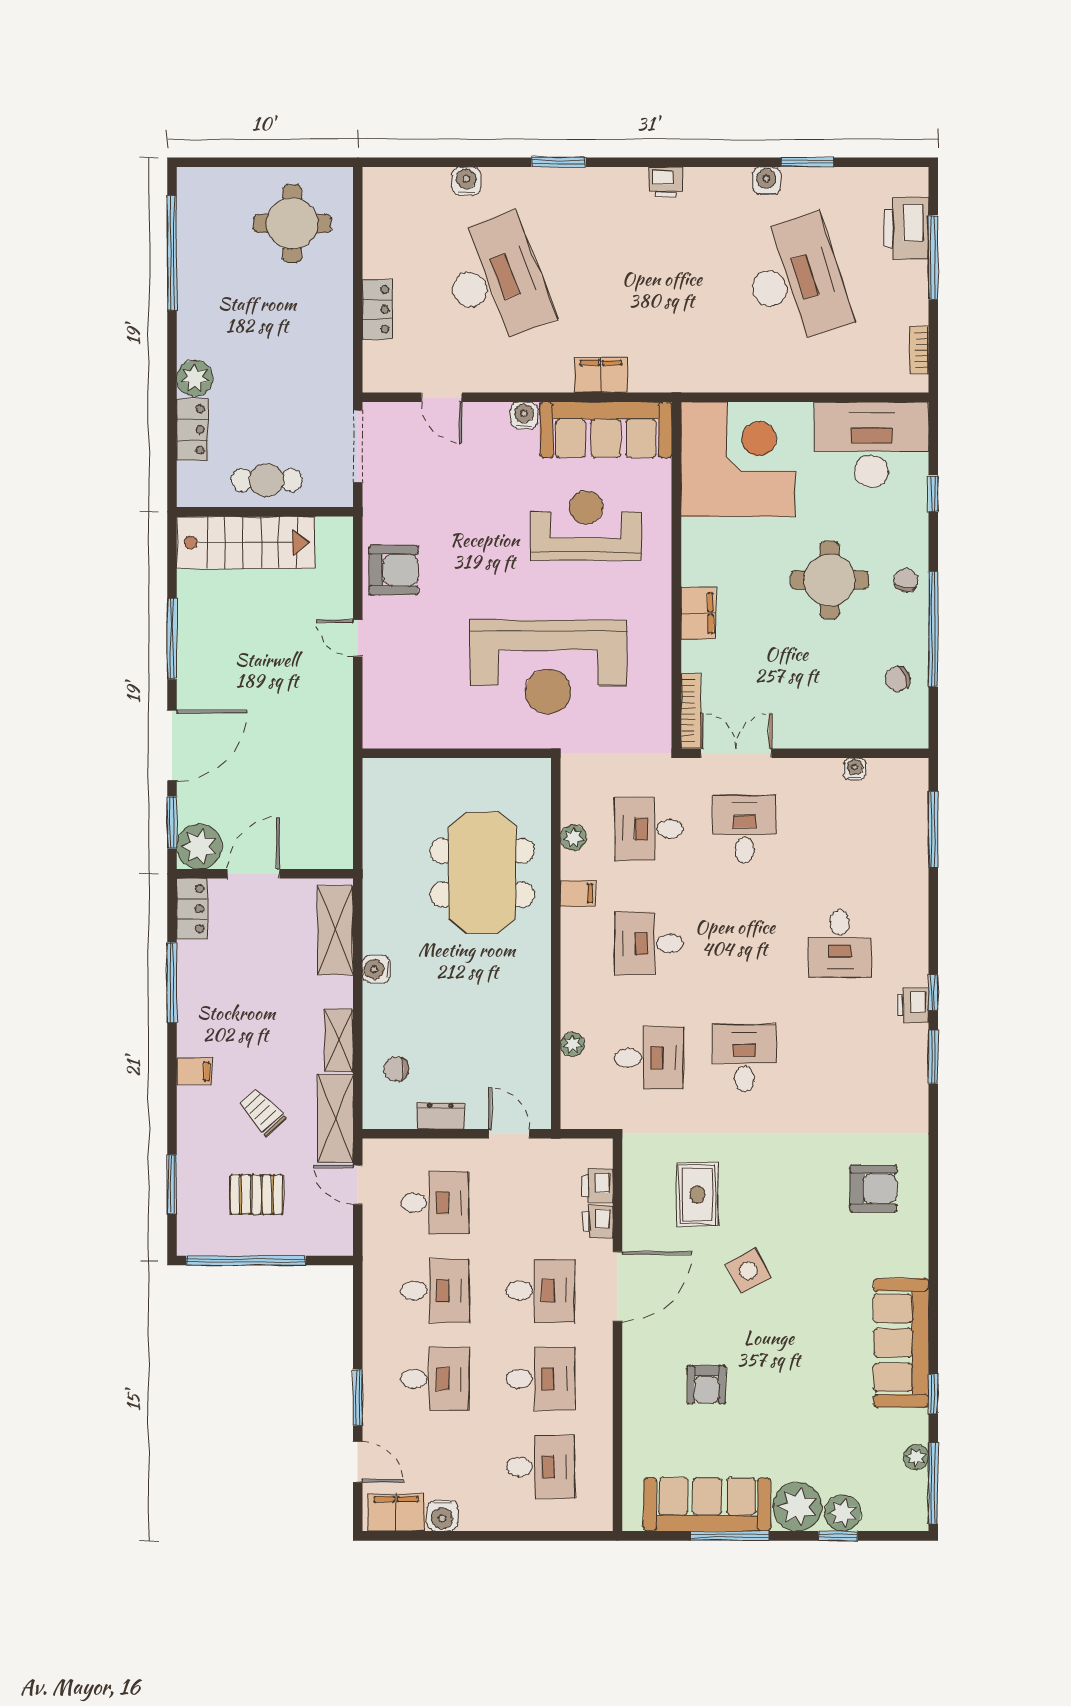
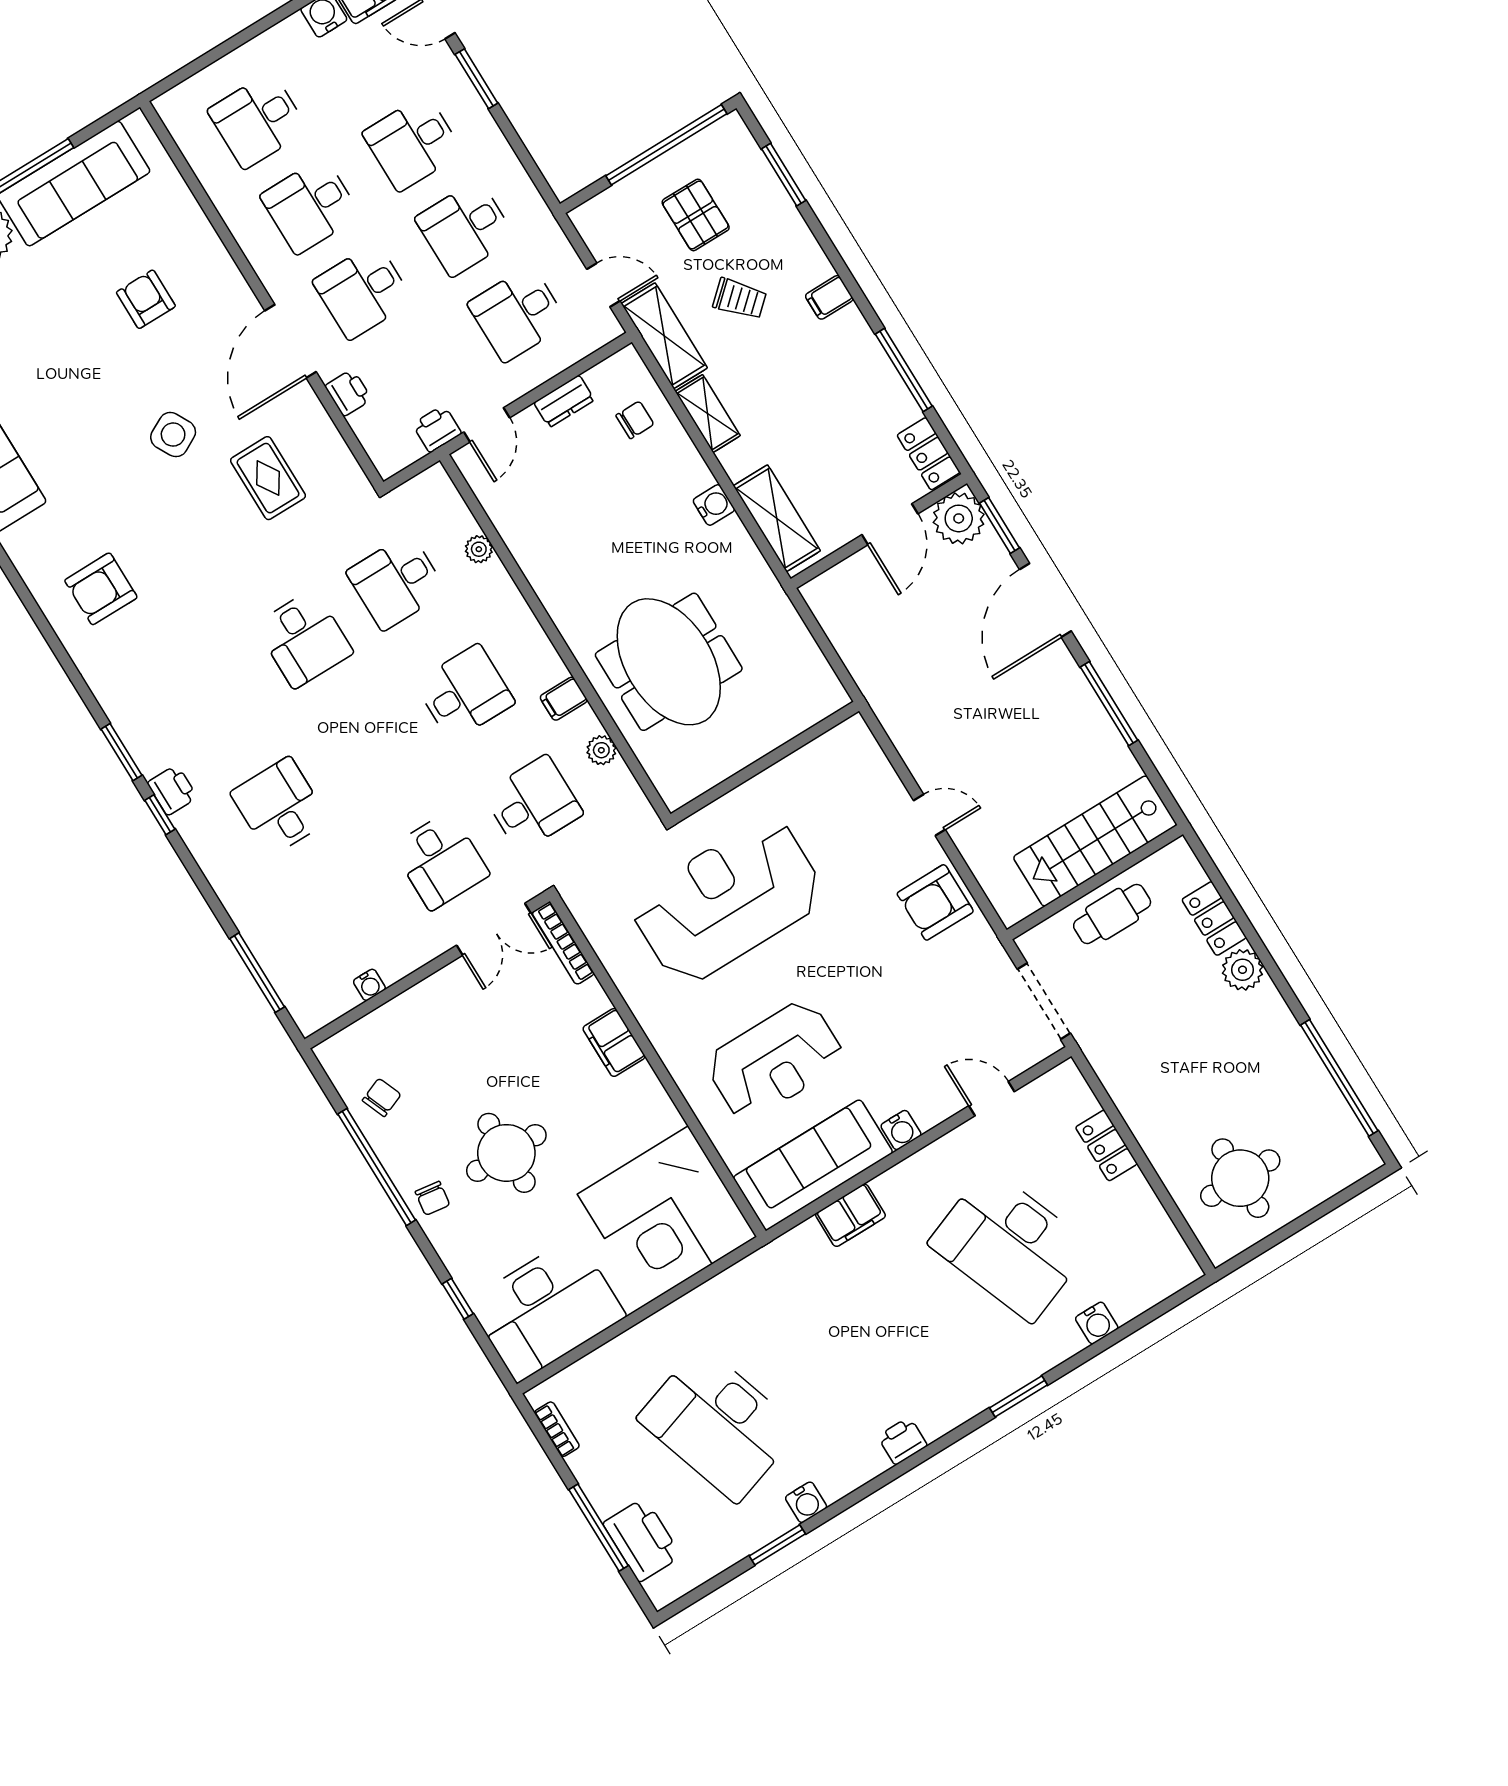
door: (509, 1134) -> (487, 425), hinge flipped
printer: (598, 1186) -> (437, 429), moved, turned -90
pallet: (256, 1195) -> (696, 215), turned 90

